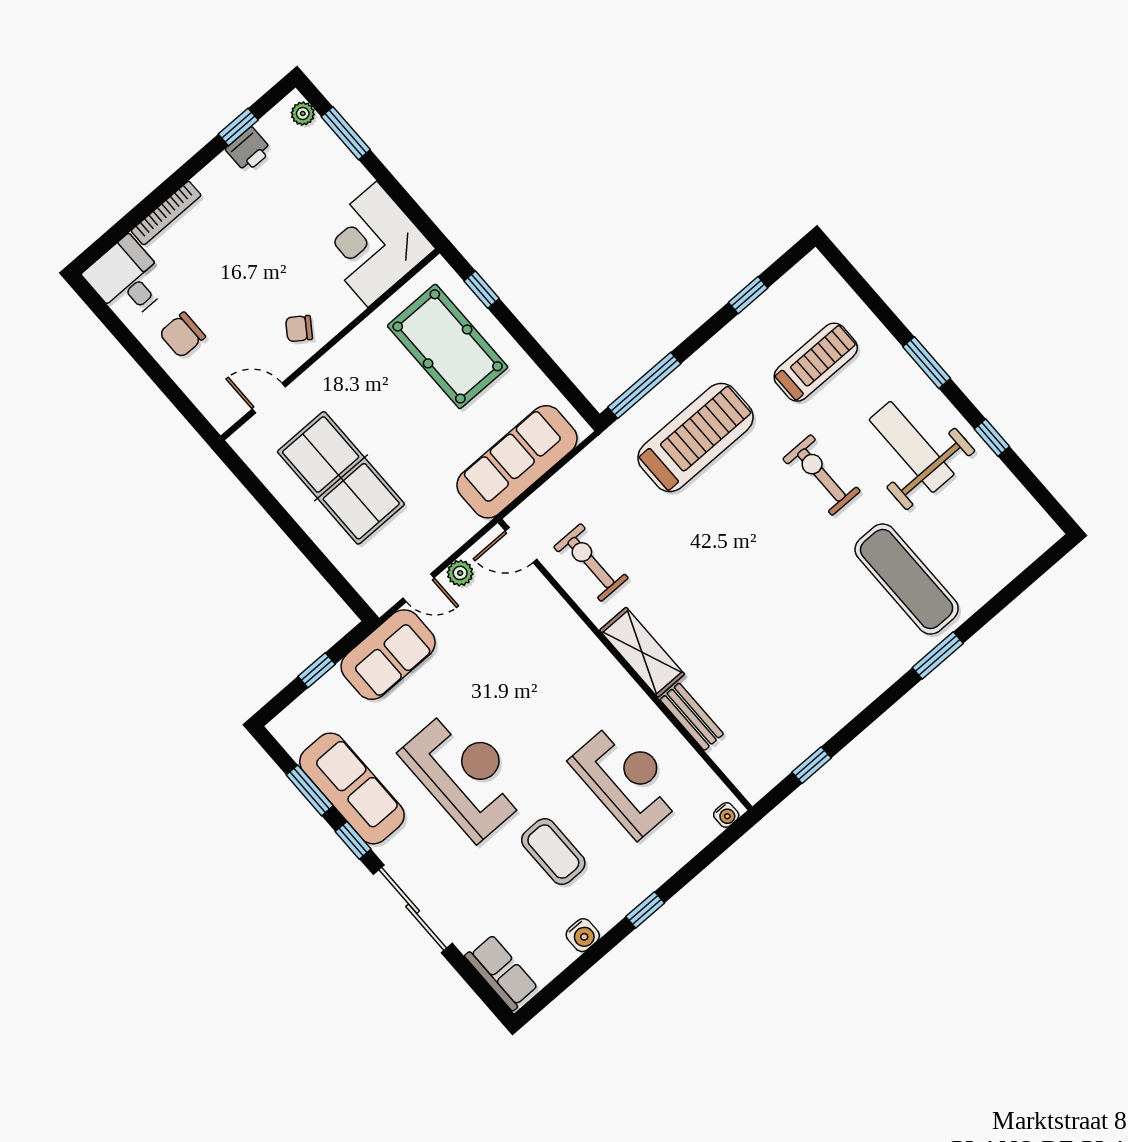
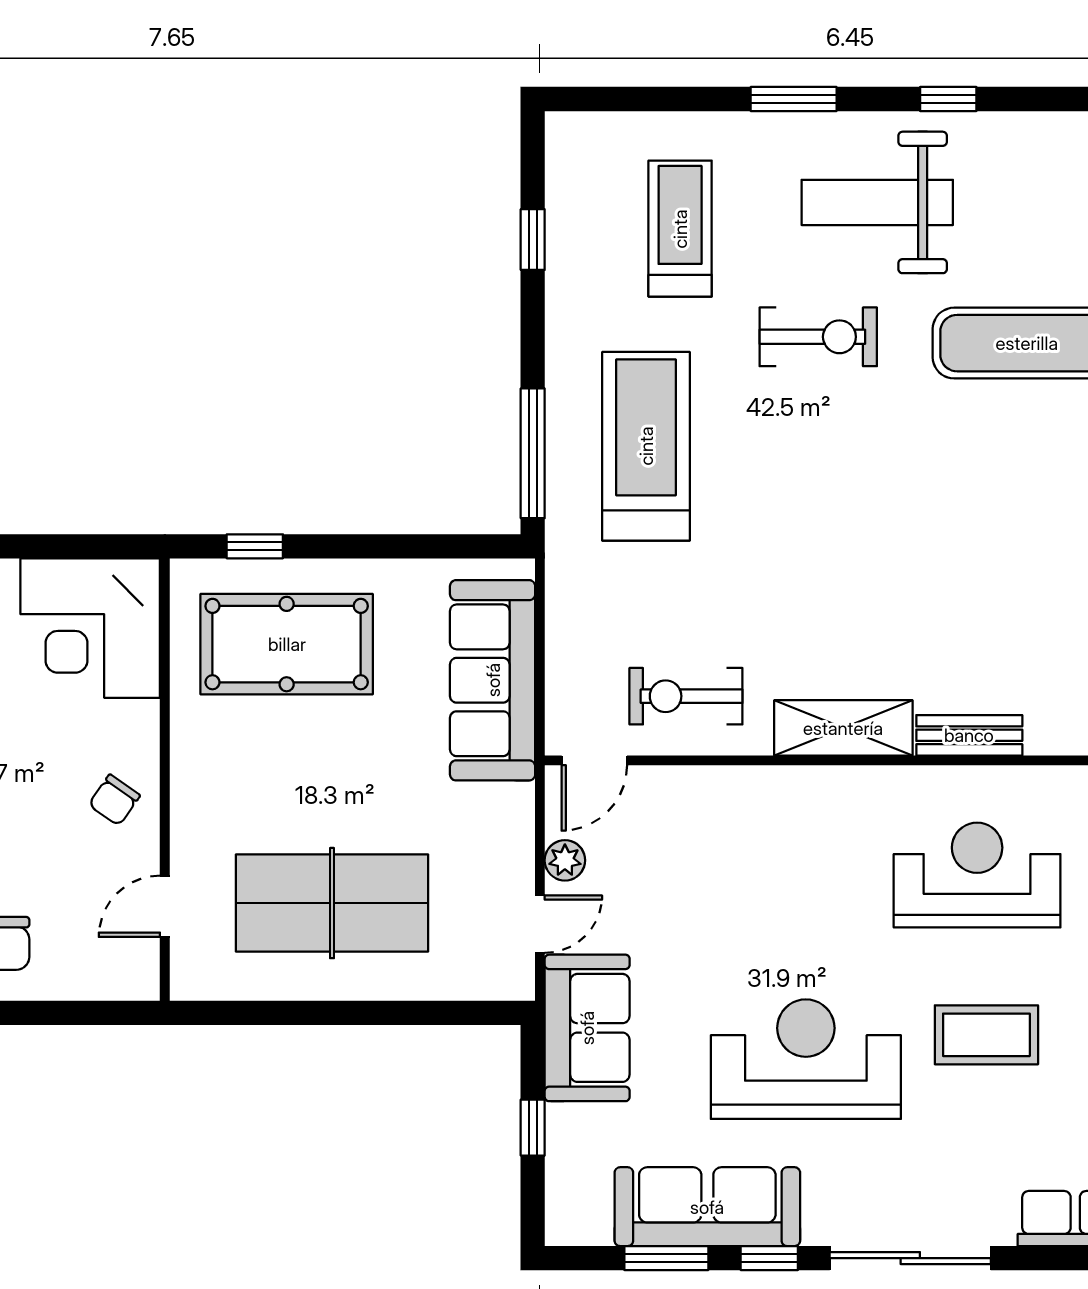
exercise bike: (821, 475) -> (818, 337), turned 180

